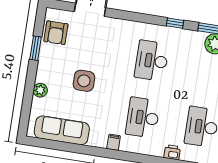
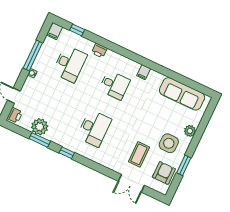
coffee table: (91, 46) -> (139, 154), added
side table: (84, 81) -> (169, 143), moved
desk: (143, 118) -> (115, 85), width x0.73

